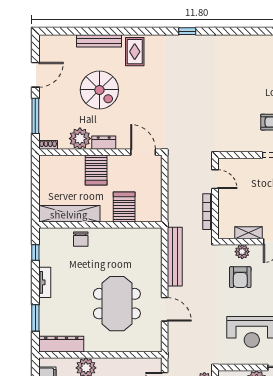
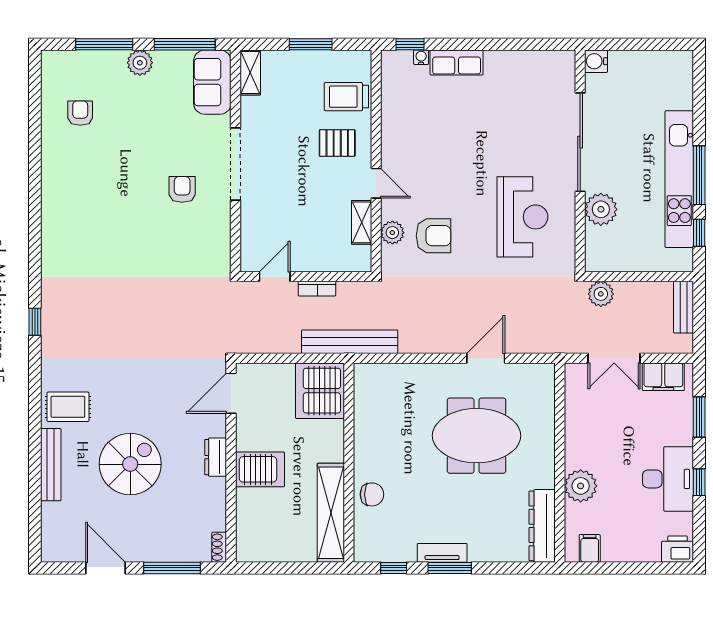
plant: (80, 139) -> (209, 496), removed
server rack: (124, 207) -> (320, 391), moved, width x1.60
bookcase: (208, 212) -> (317, 289), width x0.64
bench: (175, 257) -> (350, 342), moved
window: (35, 318) -> (450, 568), moved

